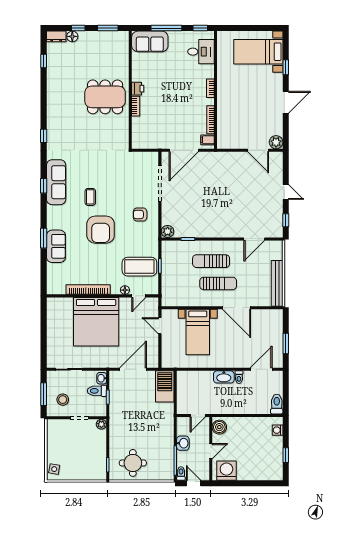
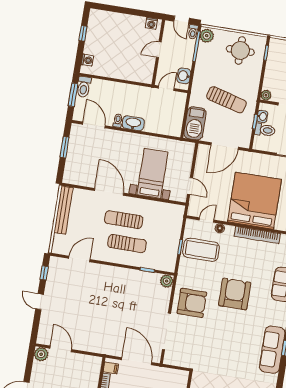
door: (184, 150) -> (137, 361), hinge flipped
coffee table: (90, 197) -> (240, 329), removed
armchair: (140, 214) -> (192, 303), width x1.88, depth x1.88
door: (261, 369) -> (94, 125), swing flipped
washbasin: (102, 378) -> (262, 116), moved
window: (286, 395) -> (73, 95), added
sun lounger: (138, 414) -> (226, 100), added
boiler: (219, 427) -> (146, 73), removed
washbasin: (183, 443) -> (184, 76), moved
washing machine: (226, 471) -> (151, 23), width x0.53, depth x0.53
plant: (167, 472) -> (207, 36), added

